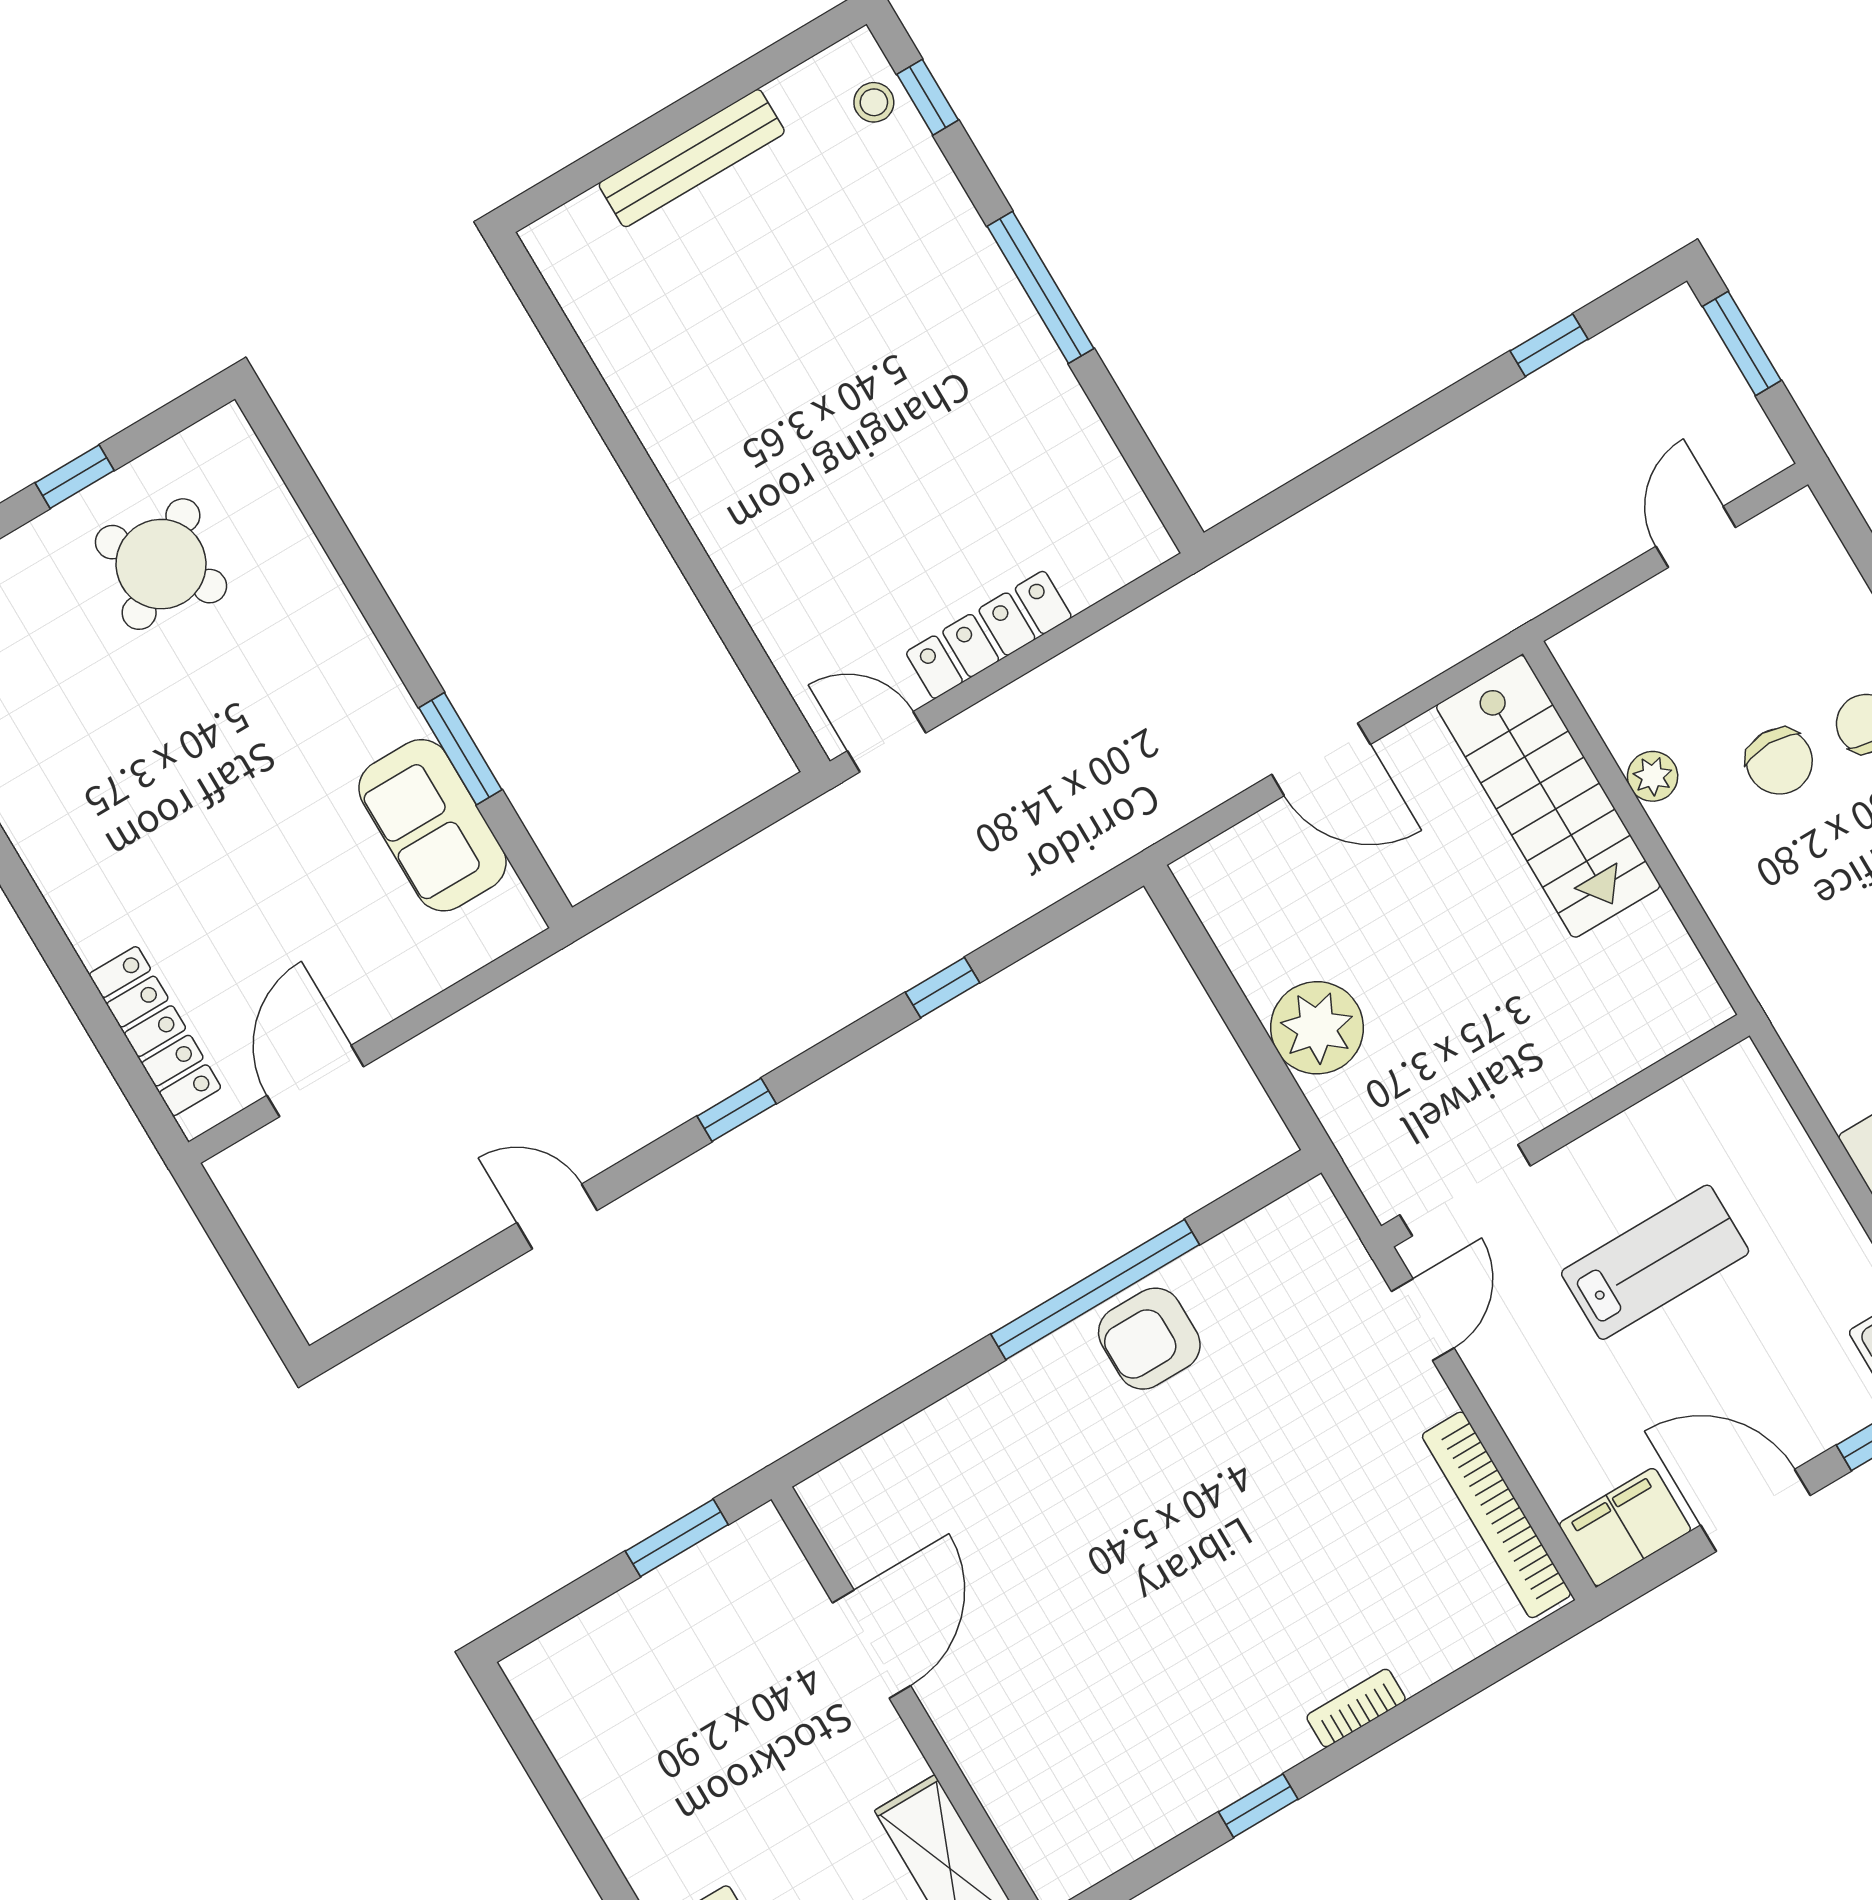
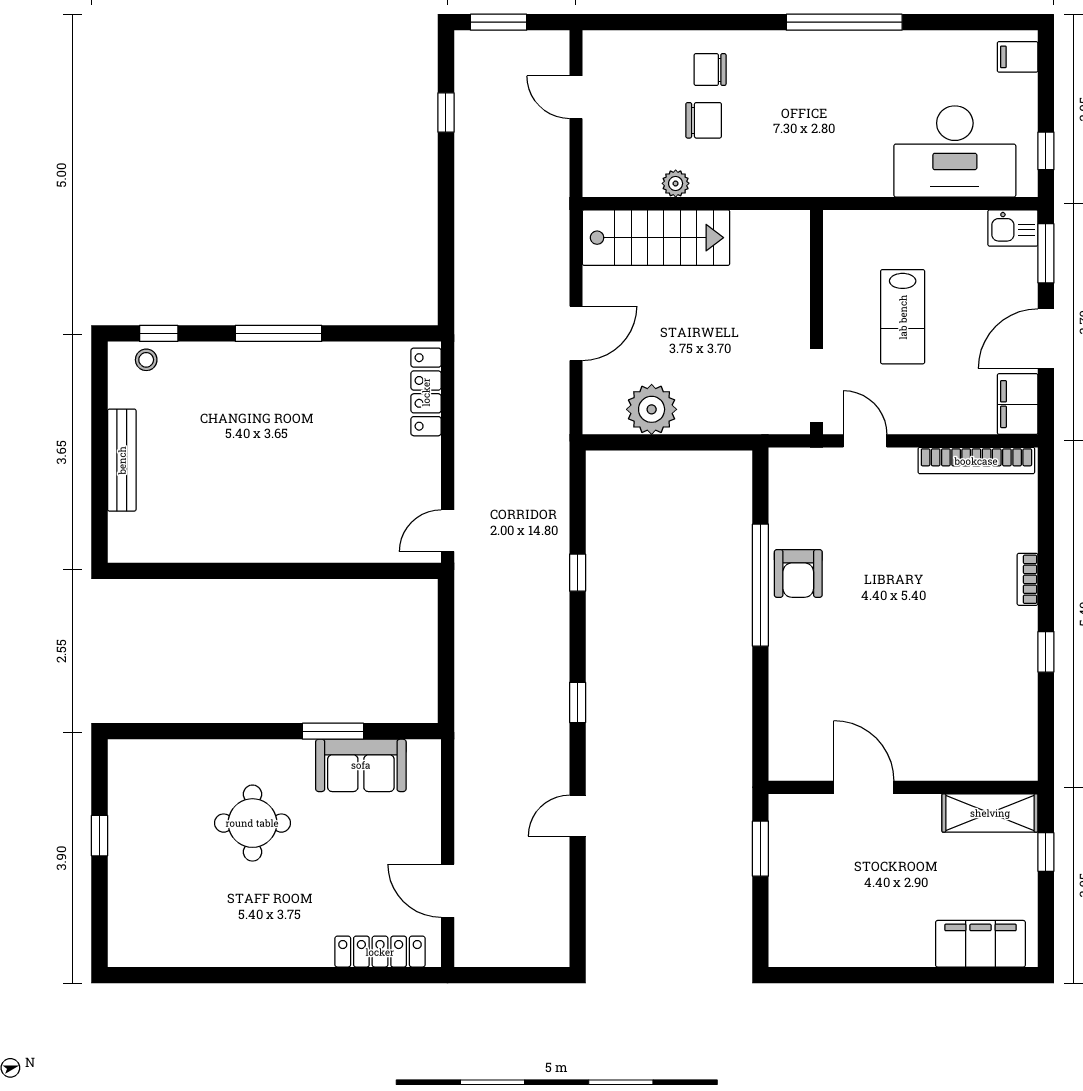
round table: (161, 564) -> (252, 823), moved, turned 35
locker: (989, 635) -> (426, 392), moved
plant: (1317, 1028) -> (652, 409), moved
lab bench: (1655, 1262) -> (903, 317), turned 180

